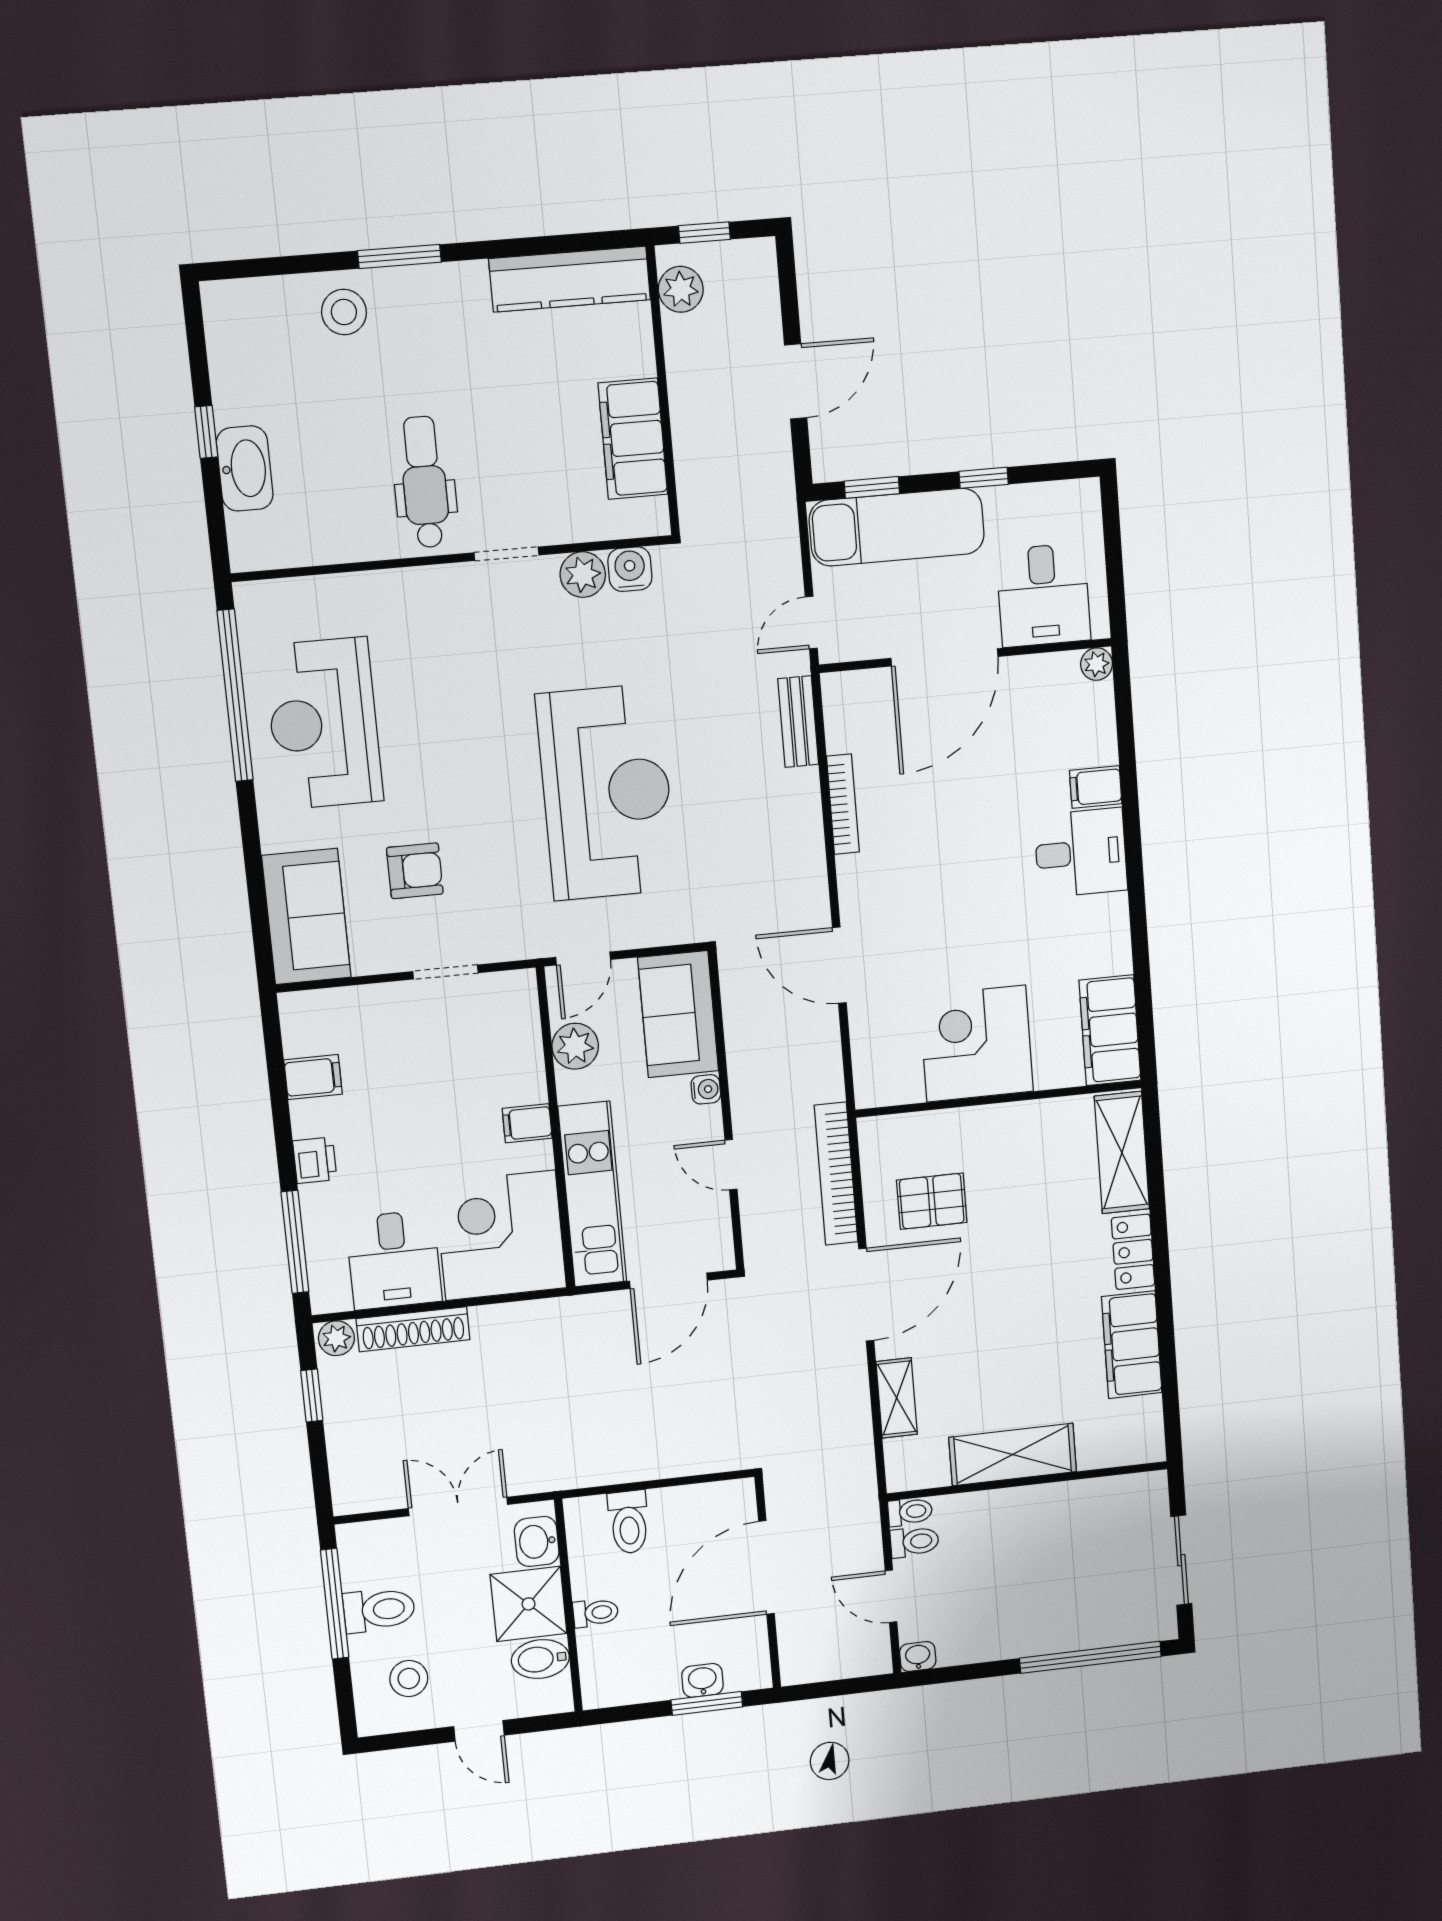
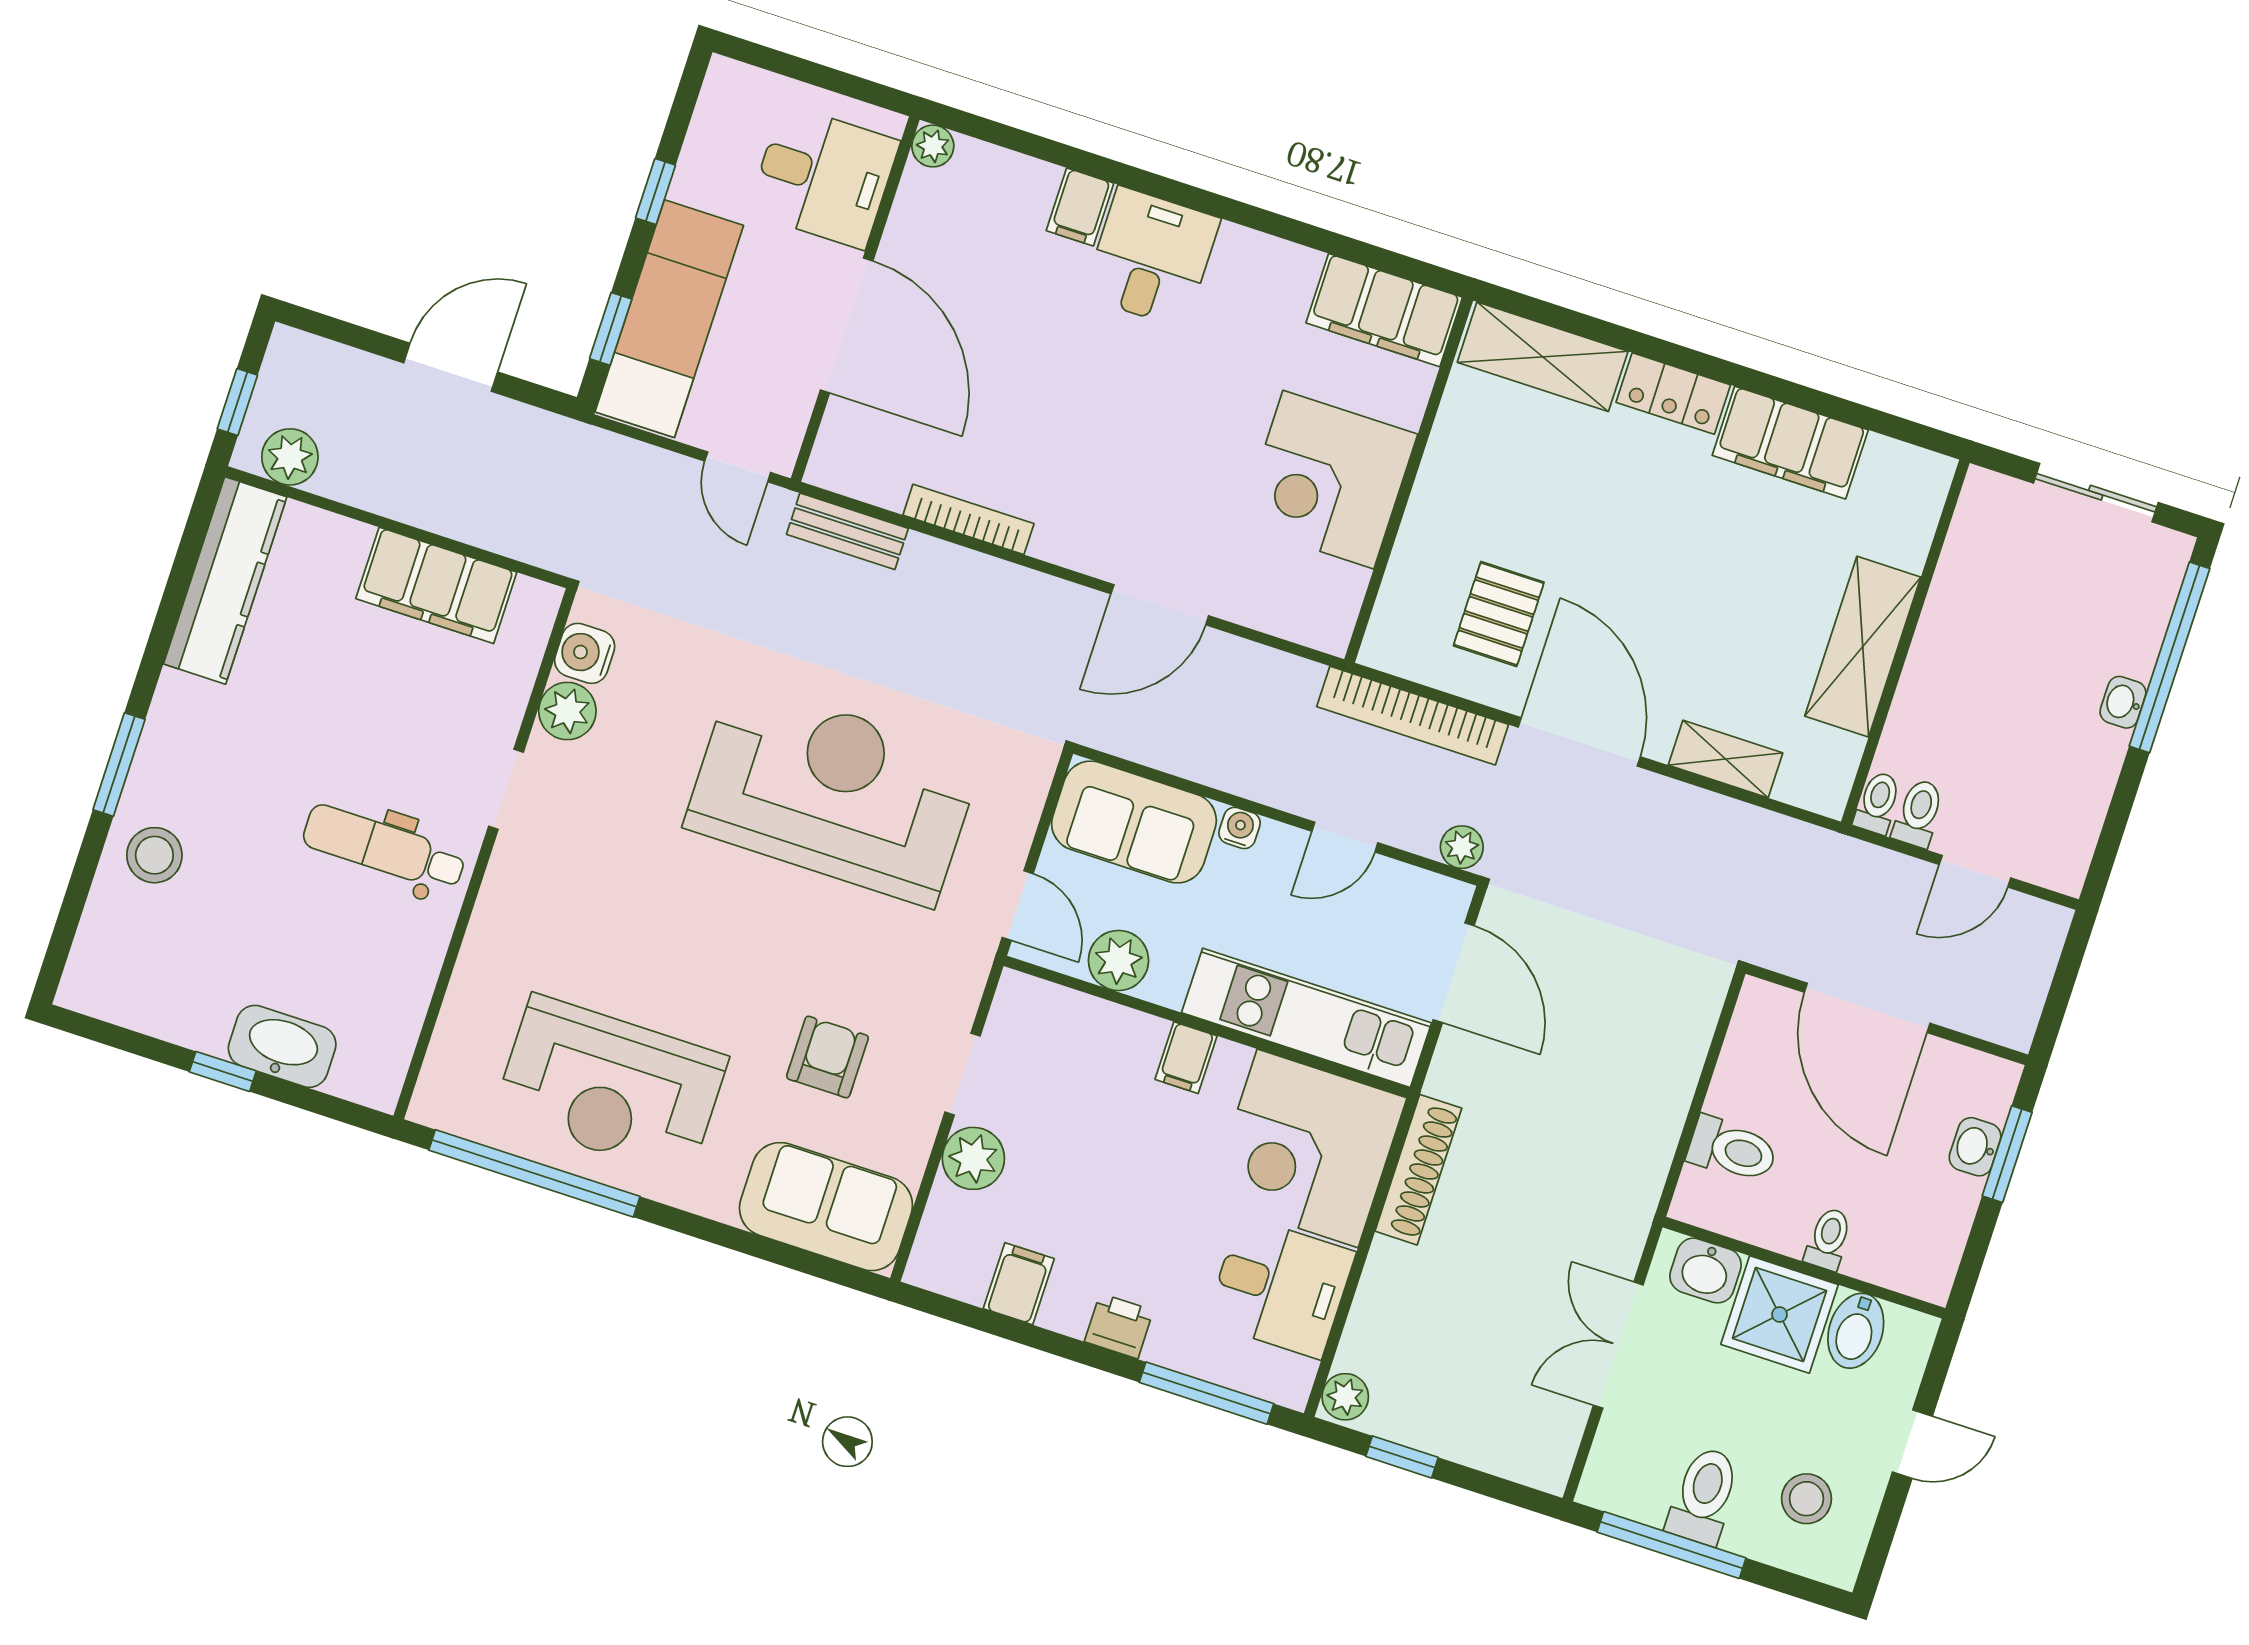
door: (796, 381) -> (451, 367), hinge flipped
plant: (388, 1006) -> (973, 1158), added
plant: (759, 1248) -> (1462, 847), added
shoe rack: (413, 1329) -> (1418, 1170), moved
washbasin: (918, 1656) -> (2123, 702), moved

